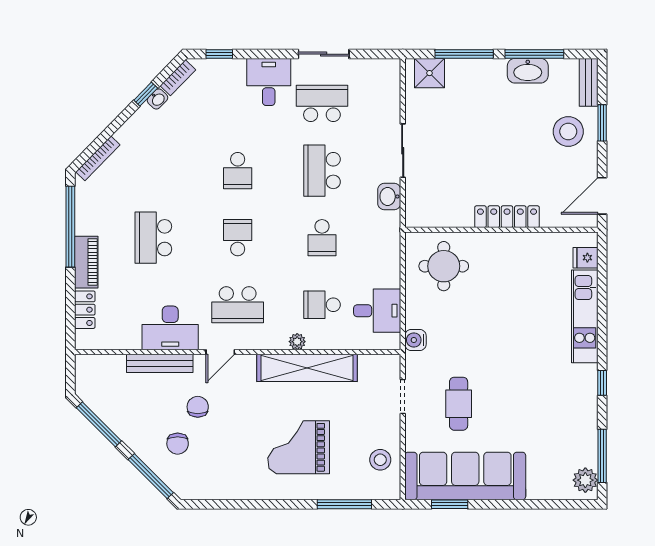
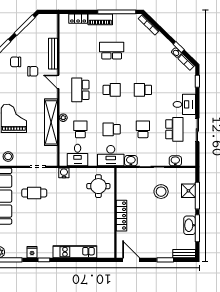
shower: (429, 73) -> (188, 191), moved
washbasin: (390, 101) -> (175, 161), added
stool: (568, 131) -> (161, 192), moved
school desk: (322, 171) -> (143, 129), width x0.54
fridge: (585, 258) -> (32, 252), moved
desk: (170, 328) -> (111, 156), moved, turned -90

